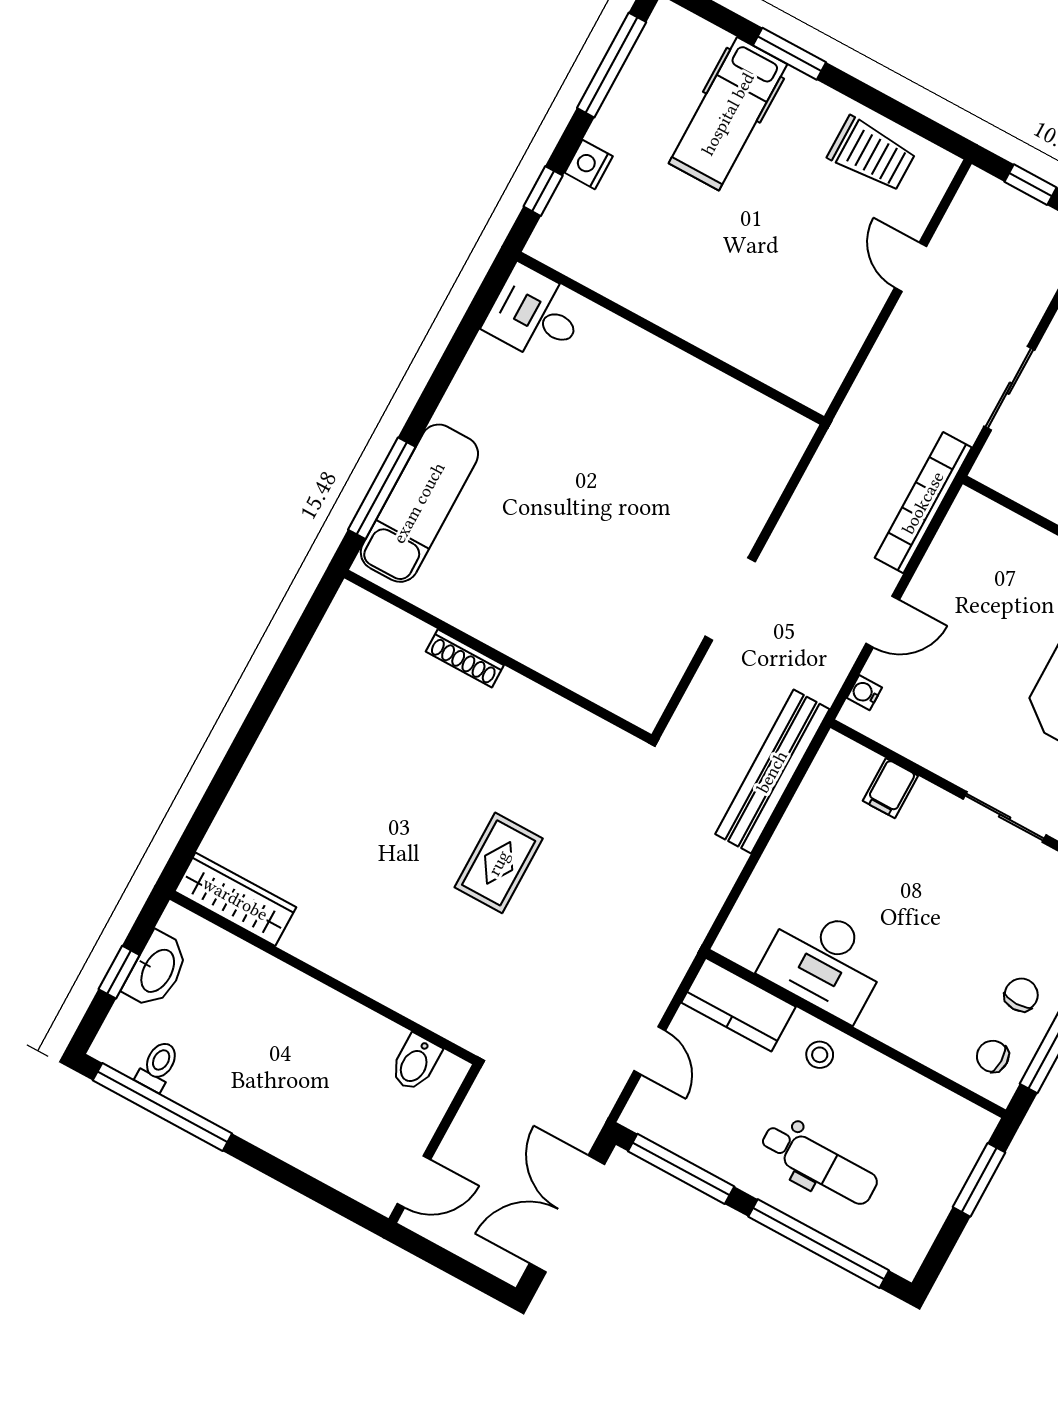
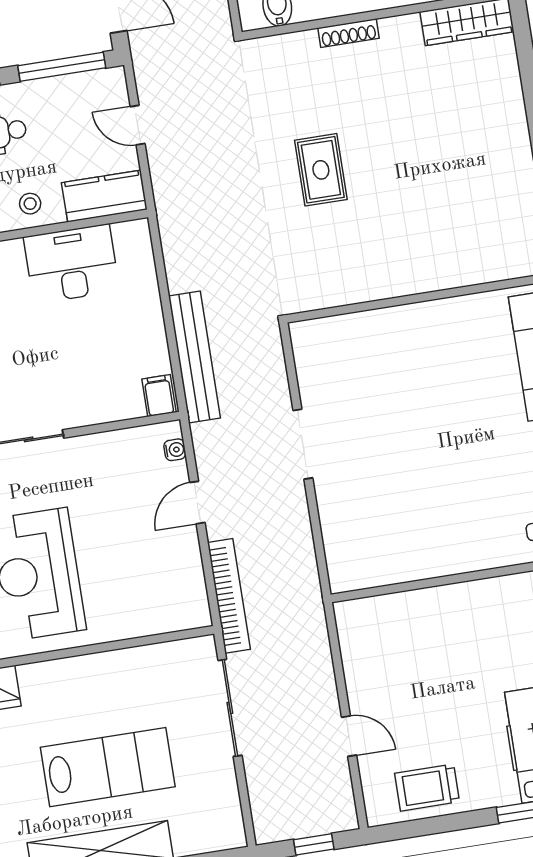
sliding door: (1009, 388) -> (230, 708), width x1.37
shoe rack: (465, 658) -> (348, 33), moved, turned 180
filing cabinet: (890, 788) -> (159, 396), moved

